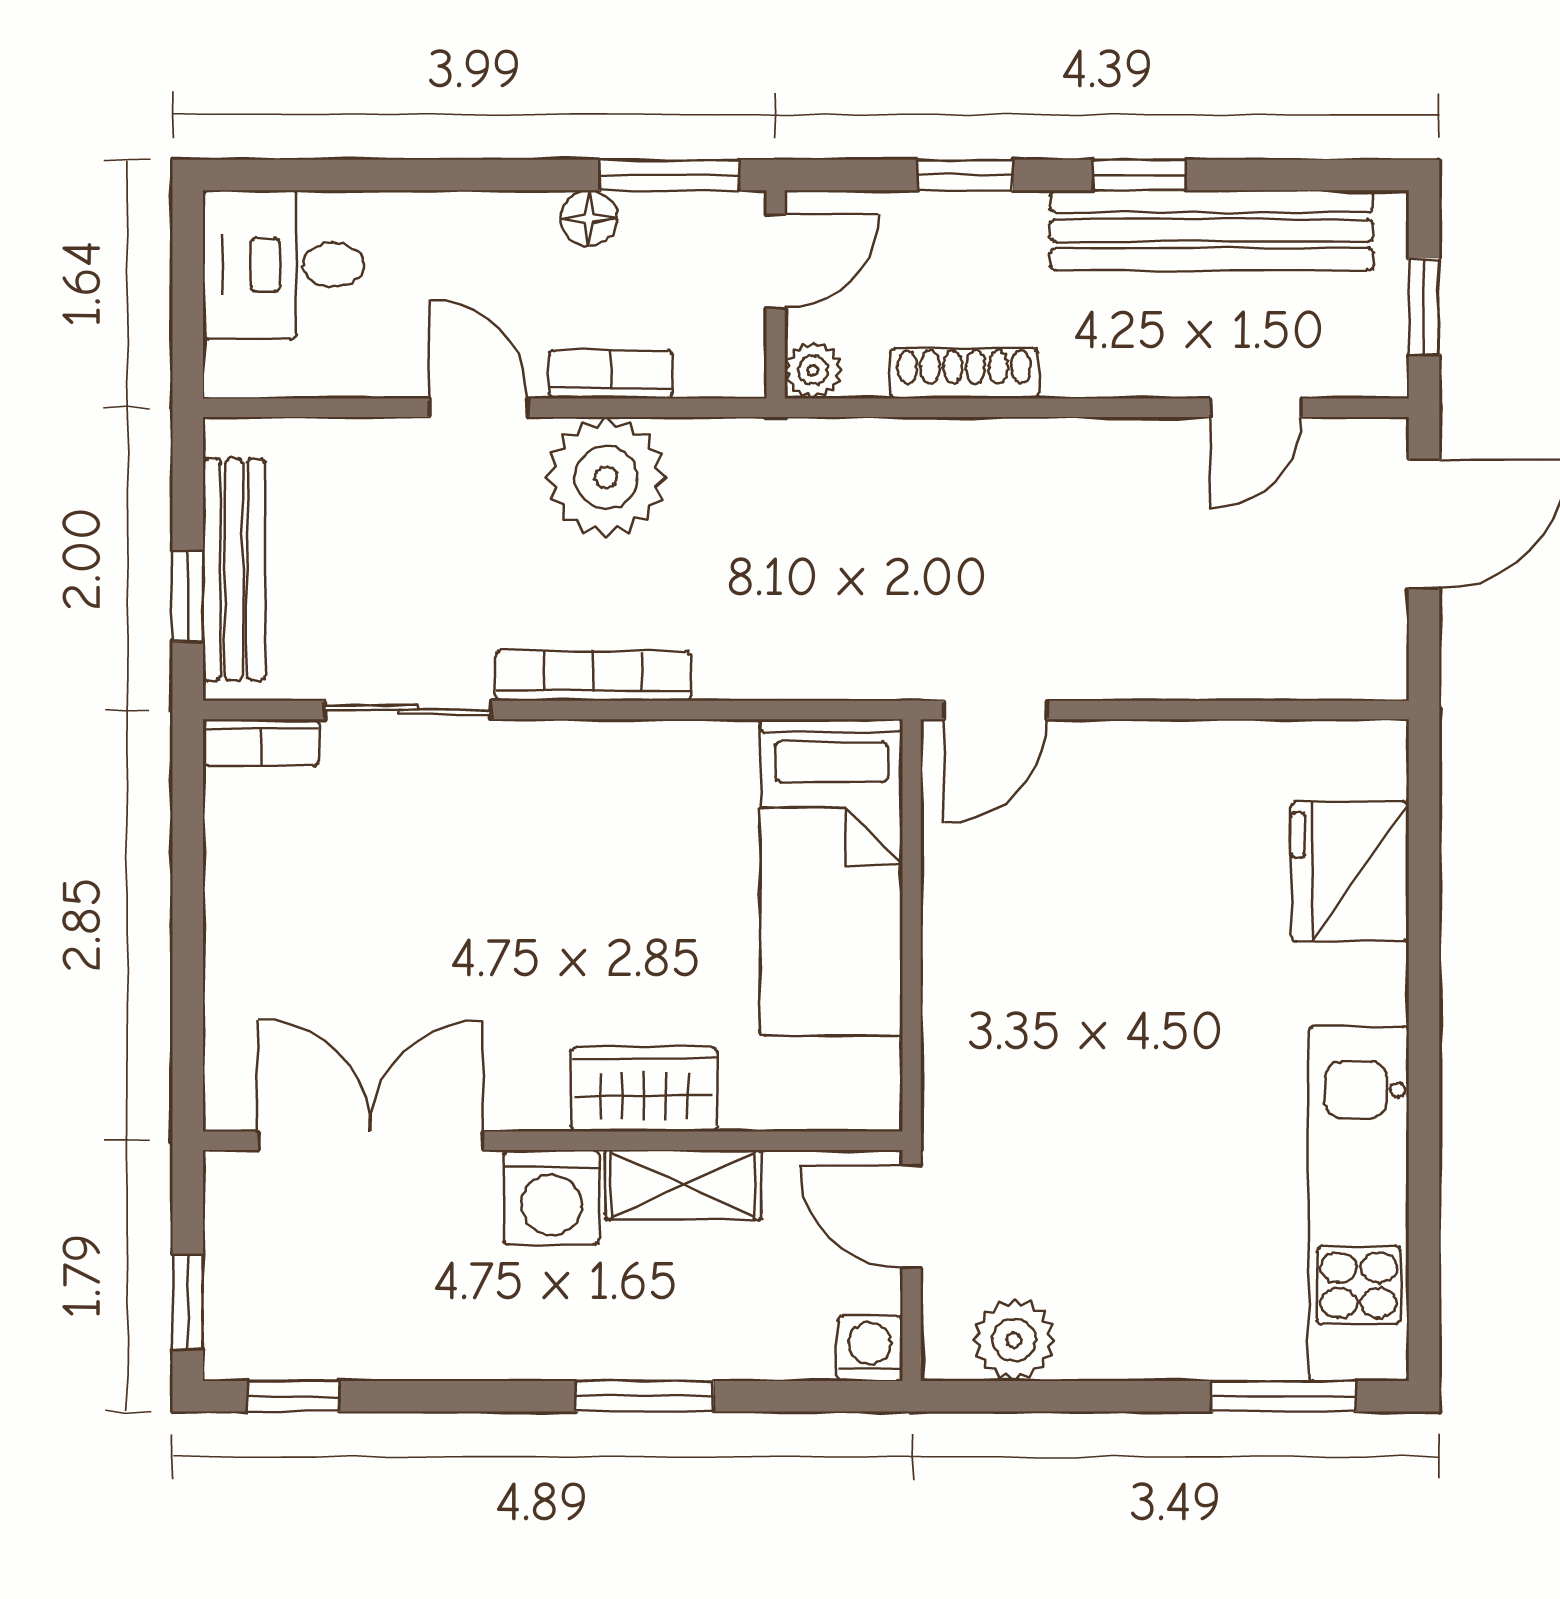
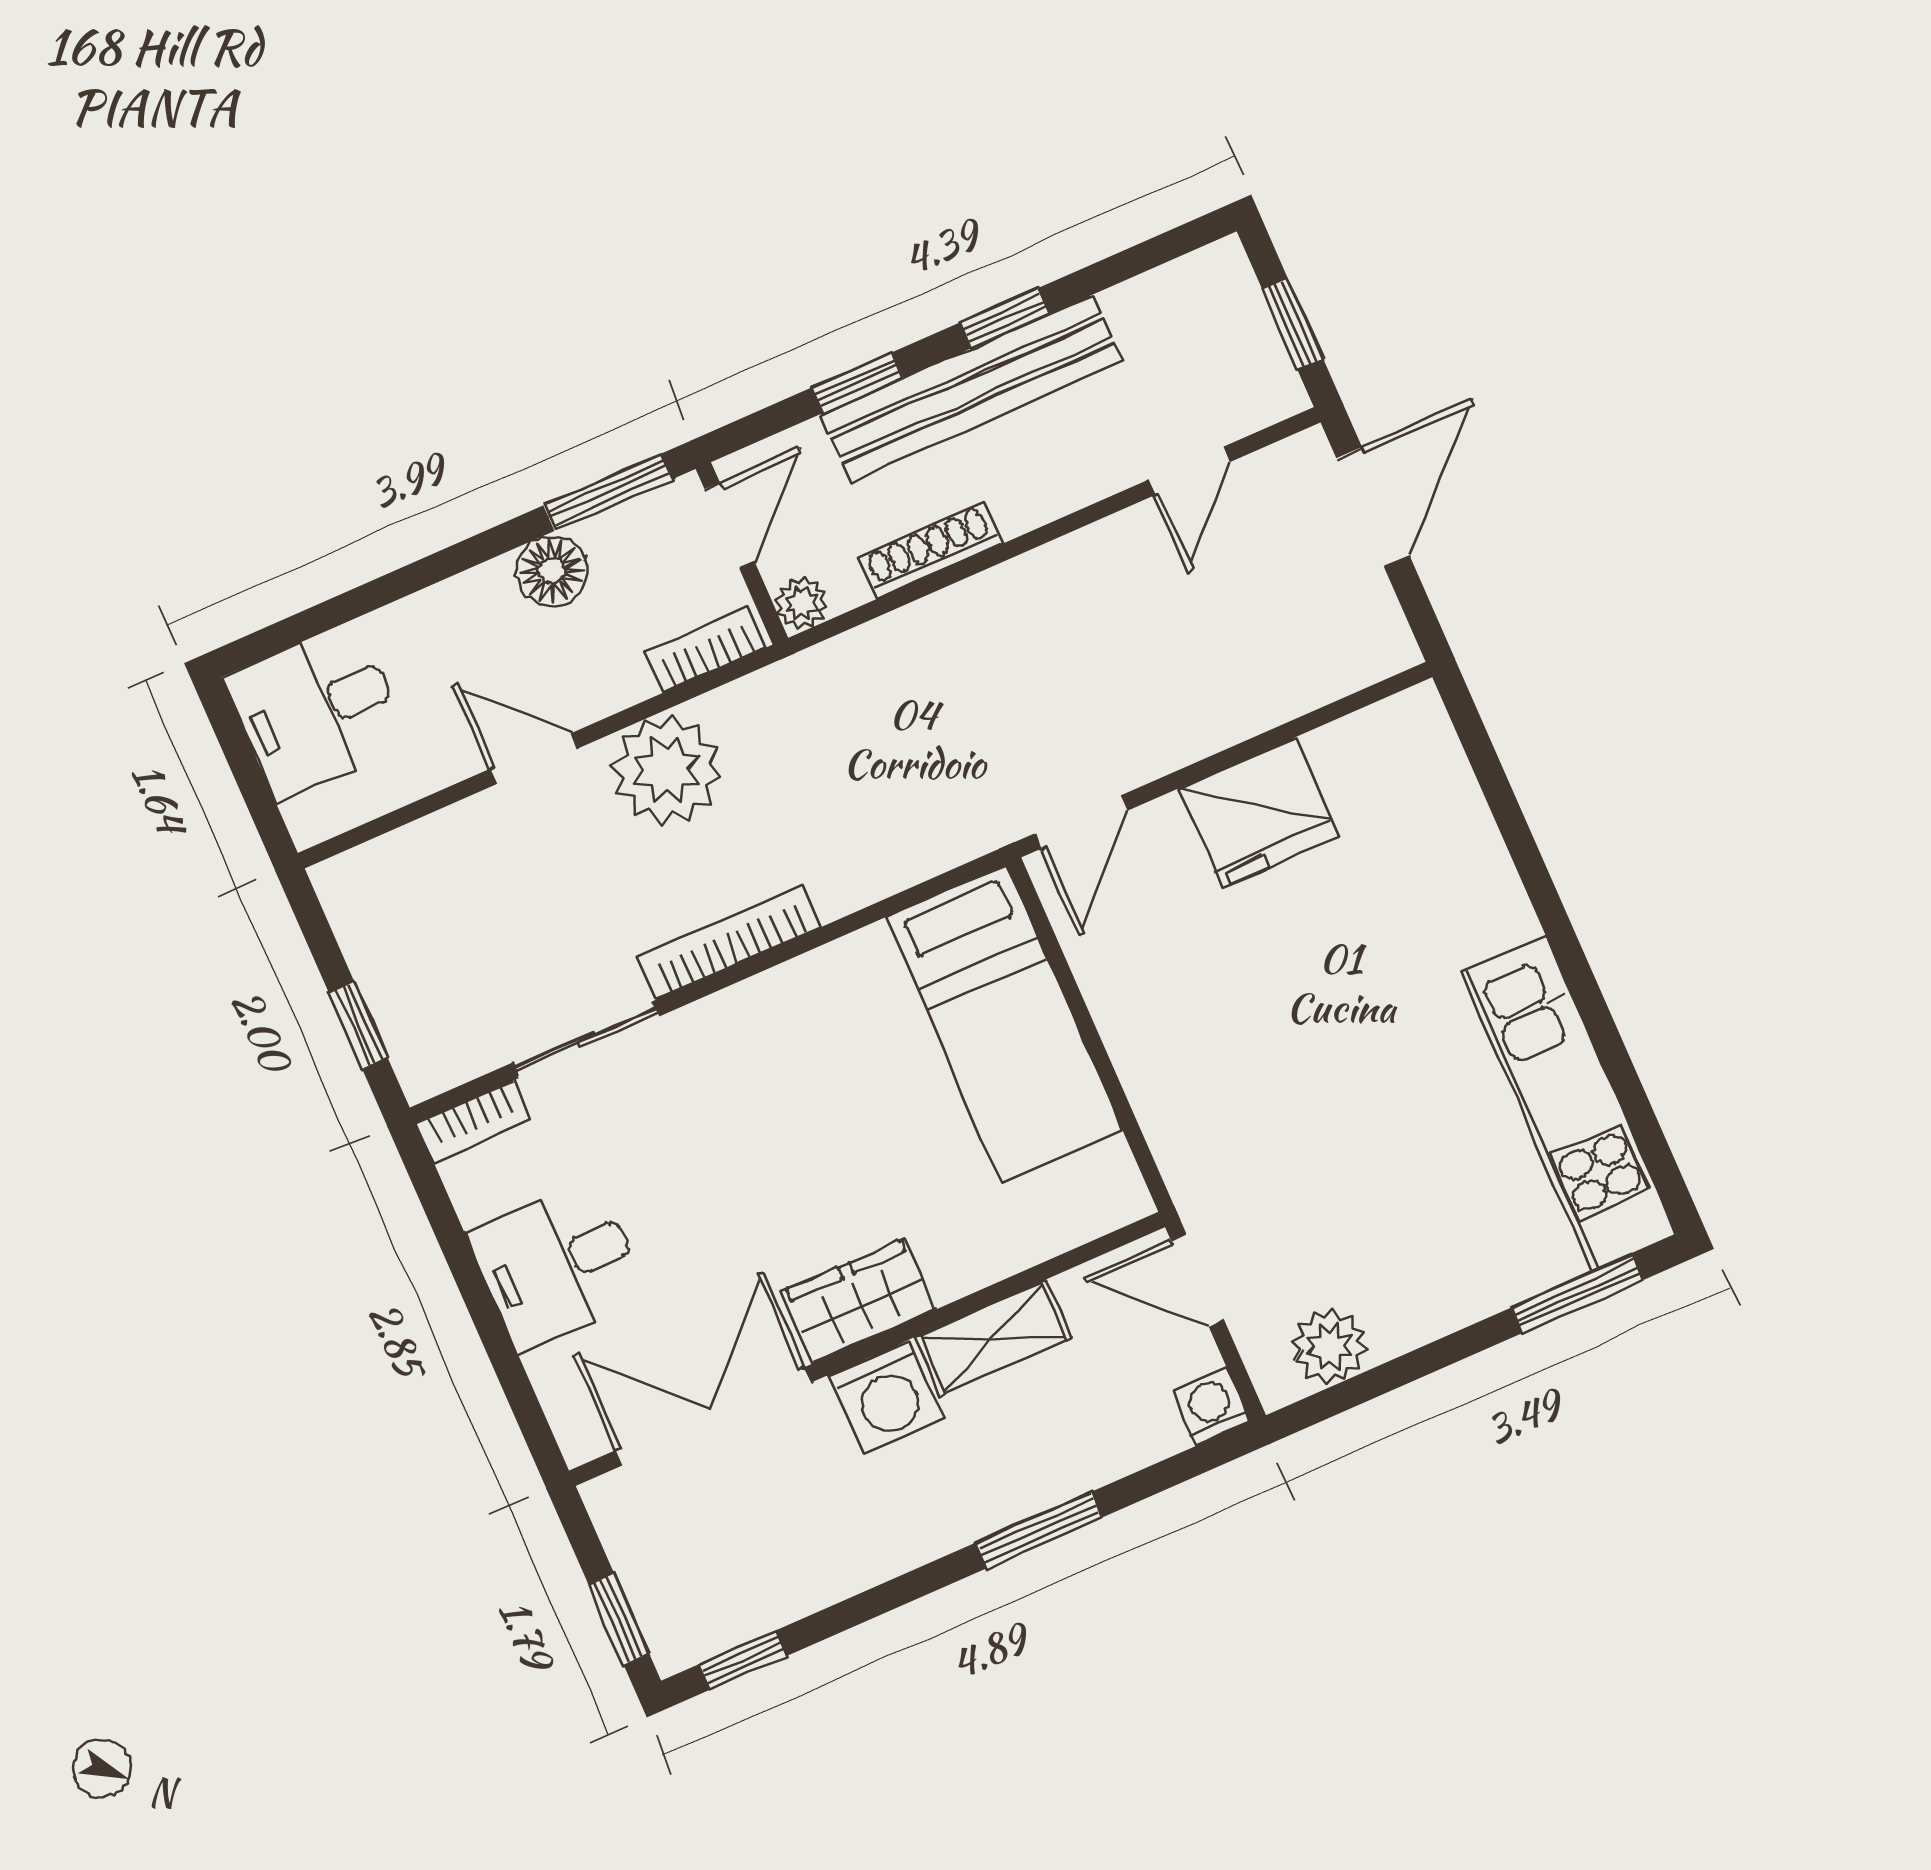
floor lamp: (589, 218) -> (552, 571), width x1.37, depth x1.37
bench: (1212, 230) -> (972, 388), moved
bookcase: (611, 374) -> (705, 650), moved
bench: (234, 570) -> (387, 986), removed
fridge: (1350, 871) -> (1259, 812), moved, turned -90
desk: (281, 922) -> (557, 1265), added
wardrobe: (644, 1089) -> (859, 1301), moved

